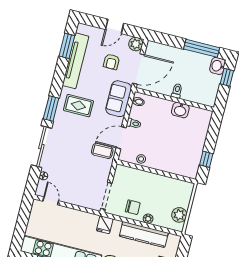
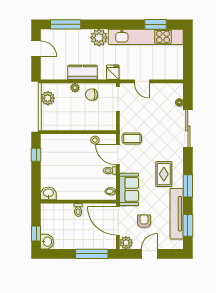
window: (202, 48) -> (92, 254), moved
door: (139, 69) -> (118, 221), hinge flipped
rug: (78, 106) -> (164, 174), turned 90
window: (51, 108) -> (188, 186), moved
washbasin: (180, 110) -> (48, 193), moved
door: (121, 138) -> (118, 155), swing flipped
door: (51, 201) -> (142, 81), moved
kitchen counter: (144, 234) -> (82, 72), width x0.67

